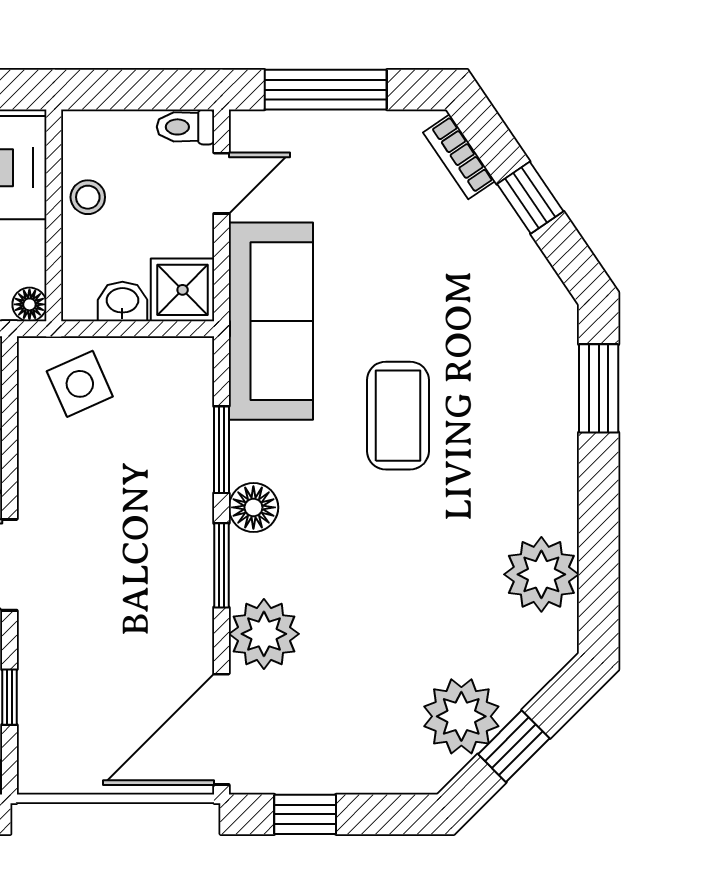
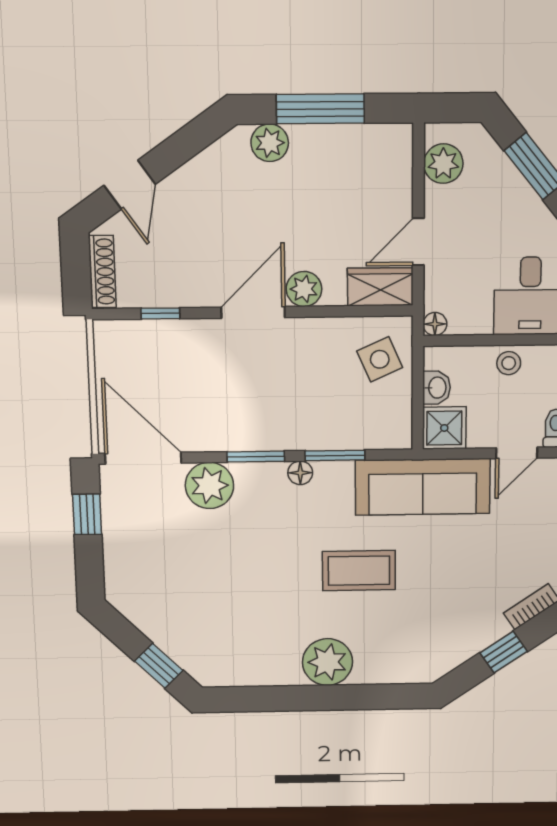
door: (221, 183) -> (517, 453), hinge flipped
window: (599, 388) -> (378, 697), removed
floor lamp: (253, 507) -> (300, 473), width x0.73, depth x0.73
plant: (541, 574) -> (327, 662), moved
plant: (461, 716) -> (158, 614), removed
window: (514, 746) -> (159, 666), moved

